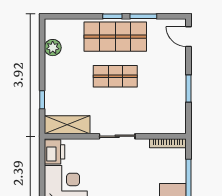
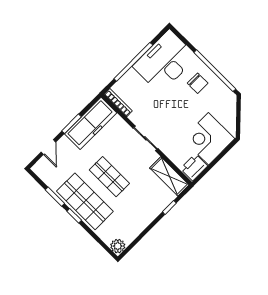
door: (188, 37) -> (48, 147), moved
plant: (53, 48) -> (118, 246), moved
freezer: (173, 104) -> (91, 123), added

